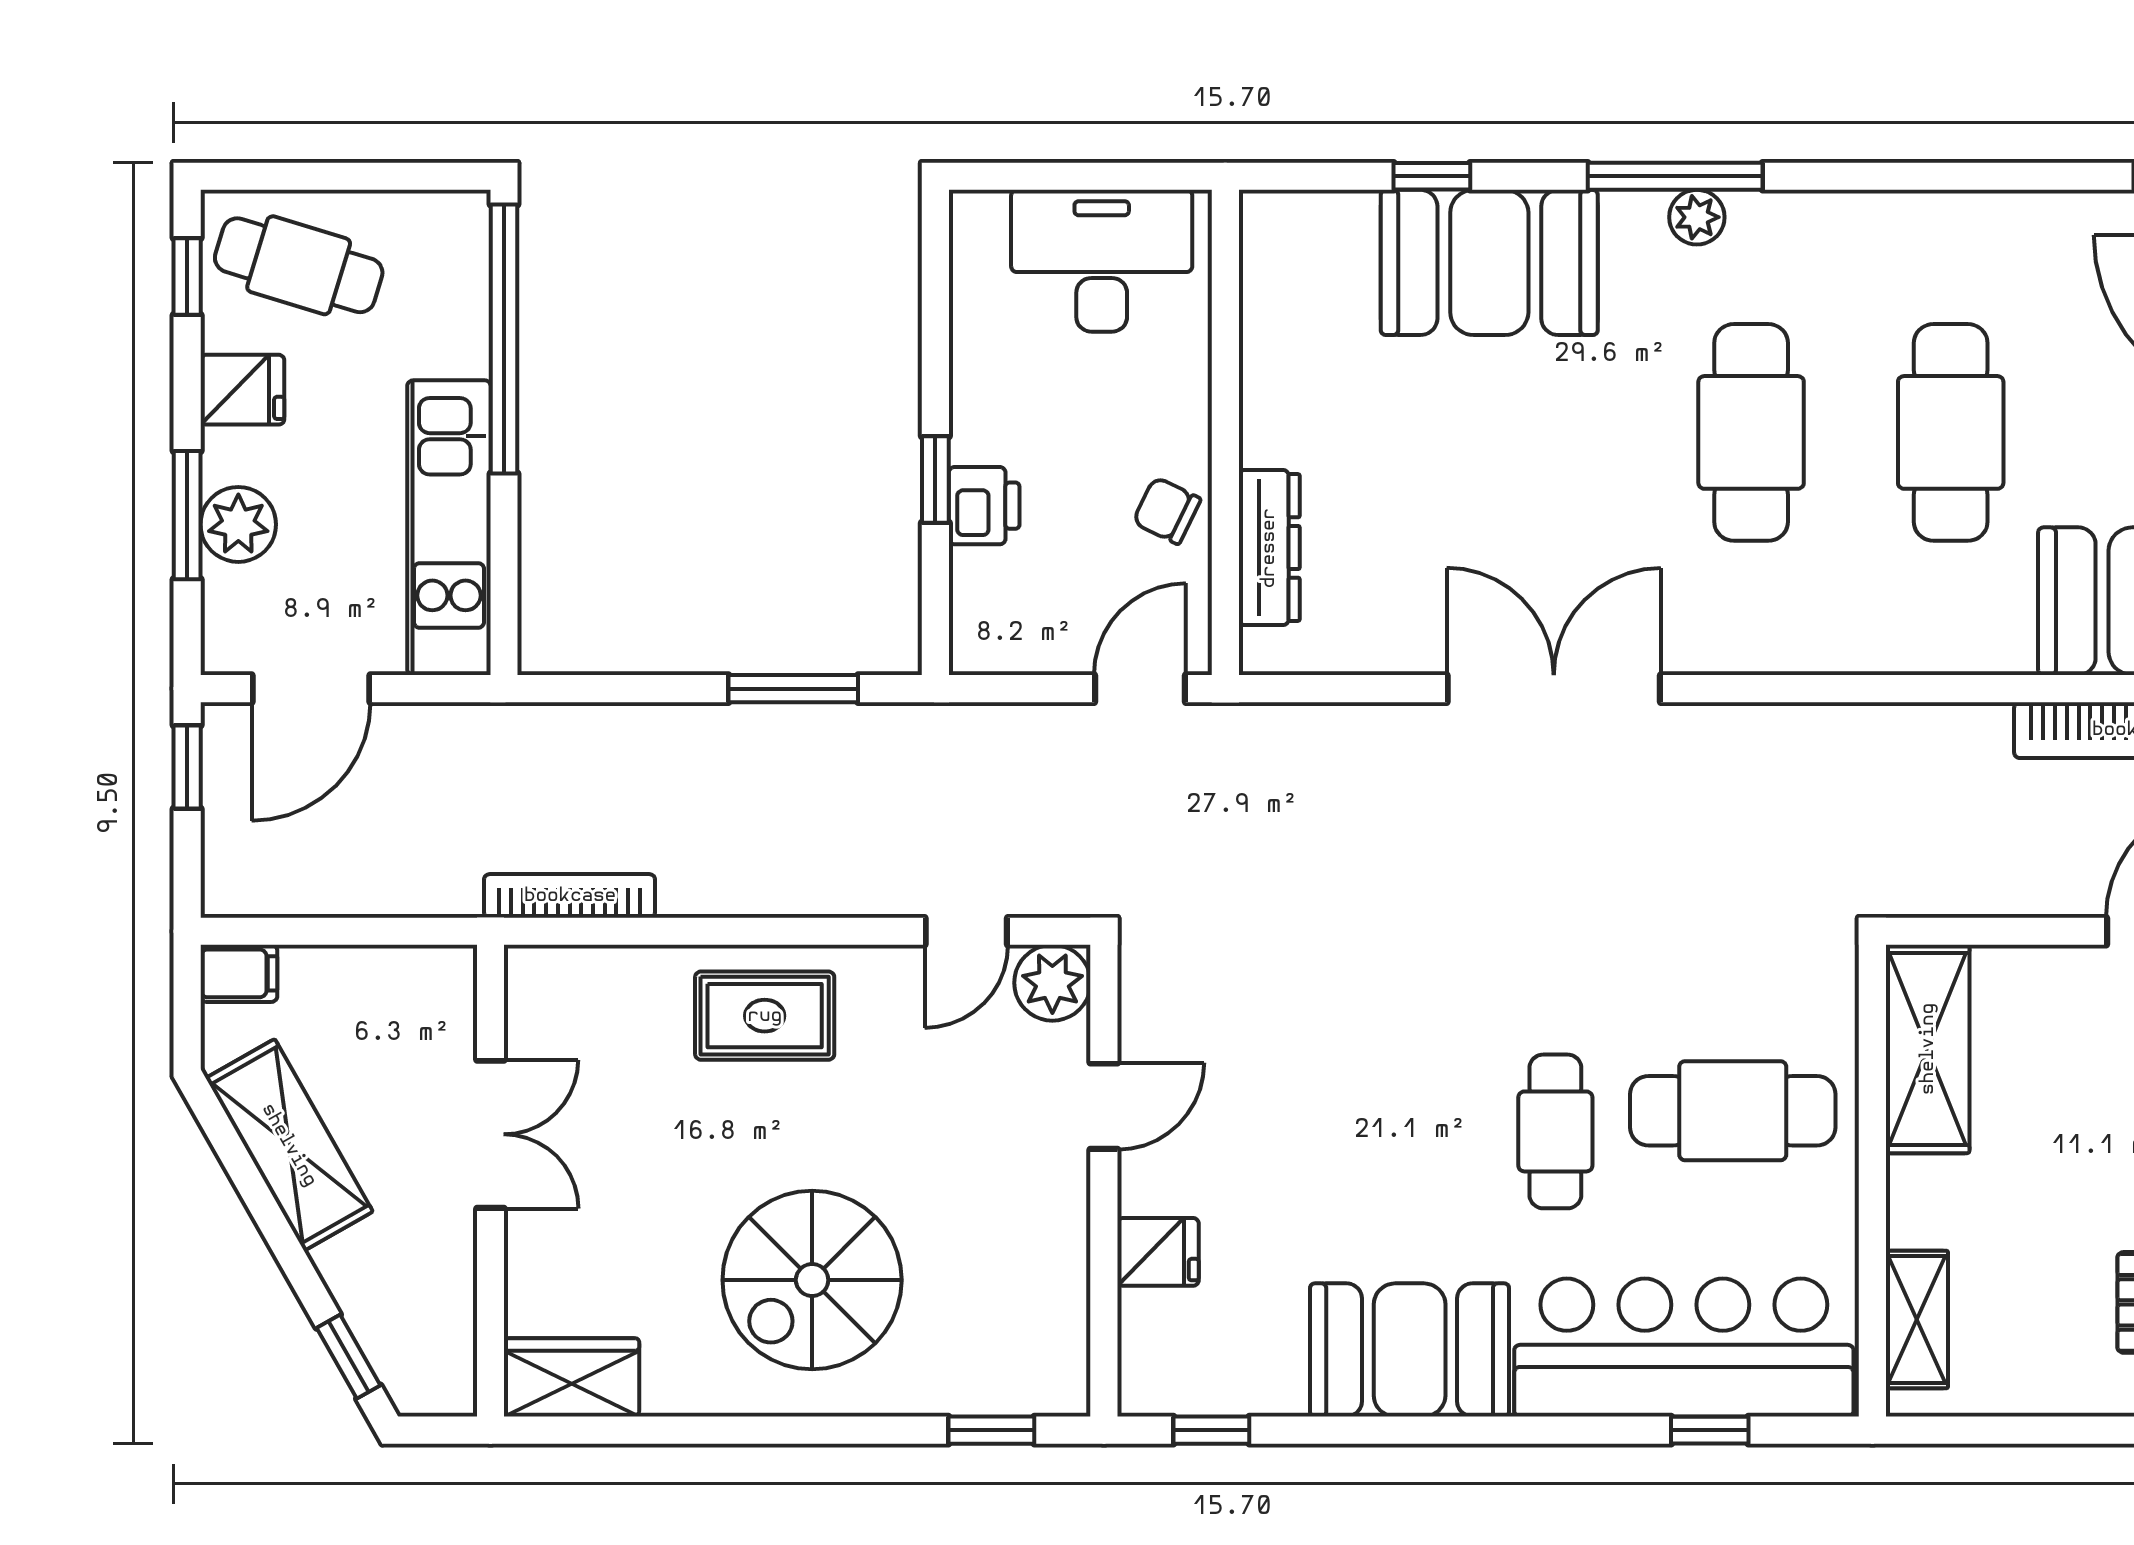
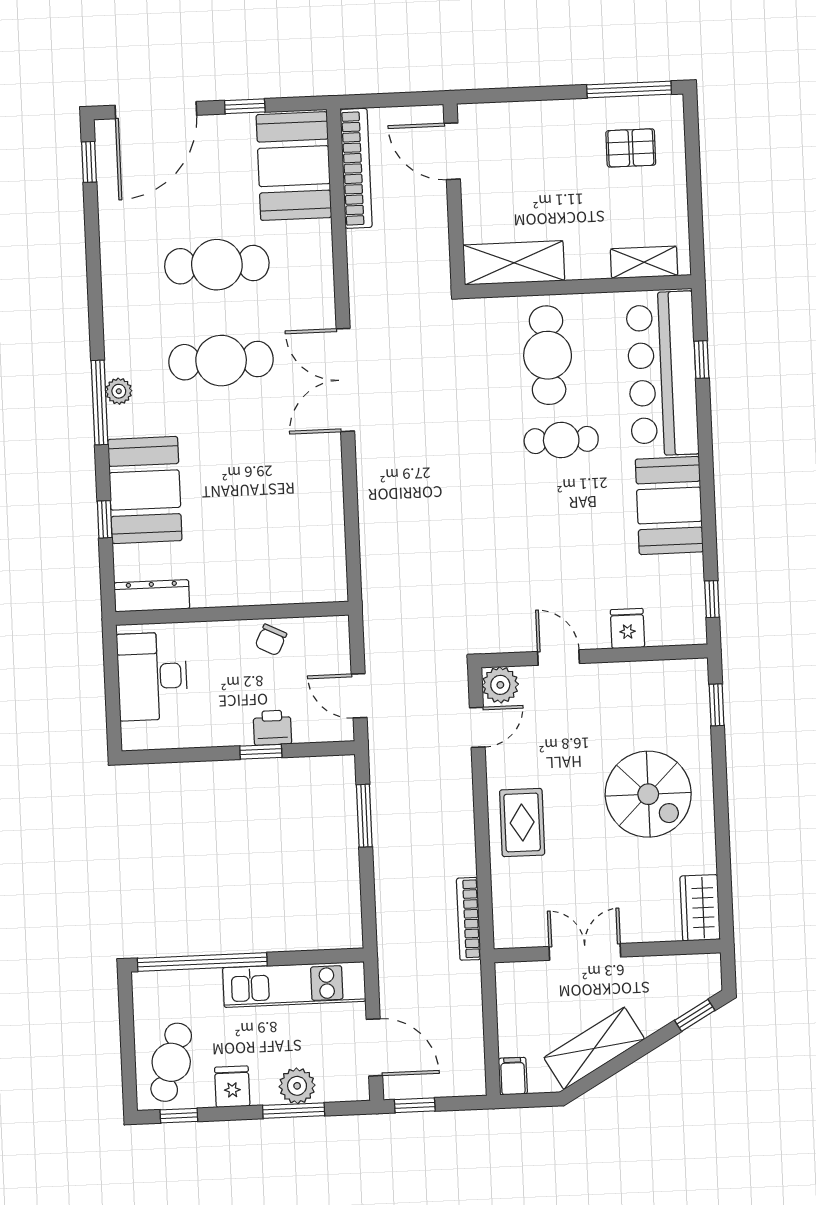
dresser: (1269, 548) -> (152, 596), moved
door: (1140, 689) -> (359, 696), moved
double door: (1554, 689) -> (345, 380), moved
door: (966, 931) -> (477, 727), hinge flipped

